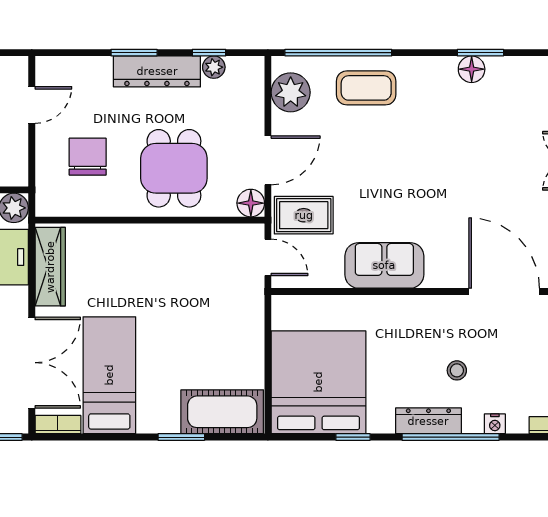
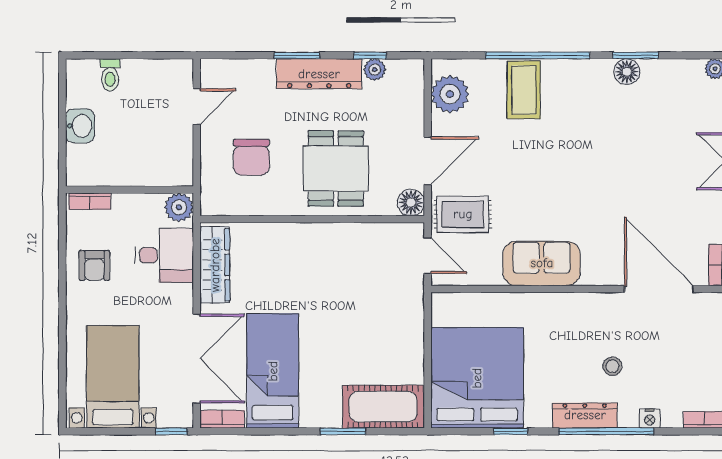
window: (338, 53) -> (538, 55), moved
coffee table: (366, 88) -> (524, 90), turned 90
chair: (88, 157) -> (251, 157), turned 180

